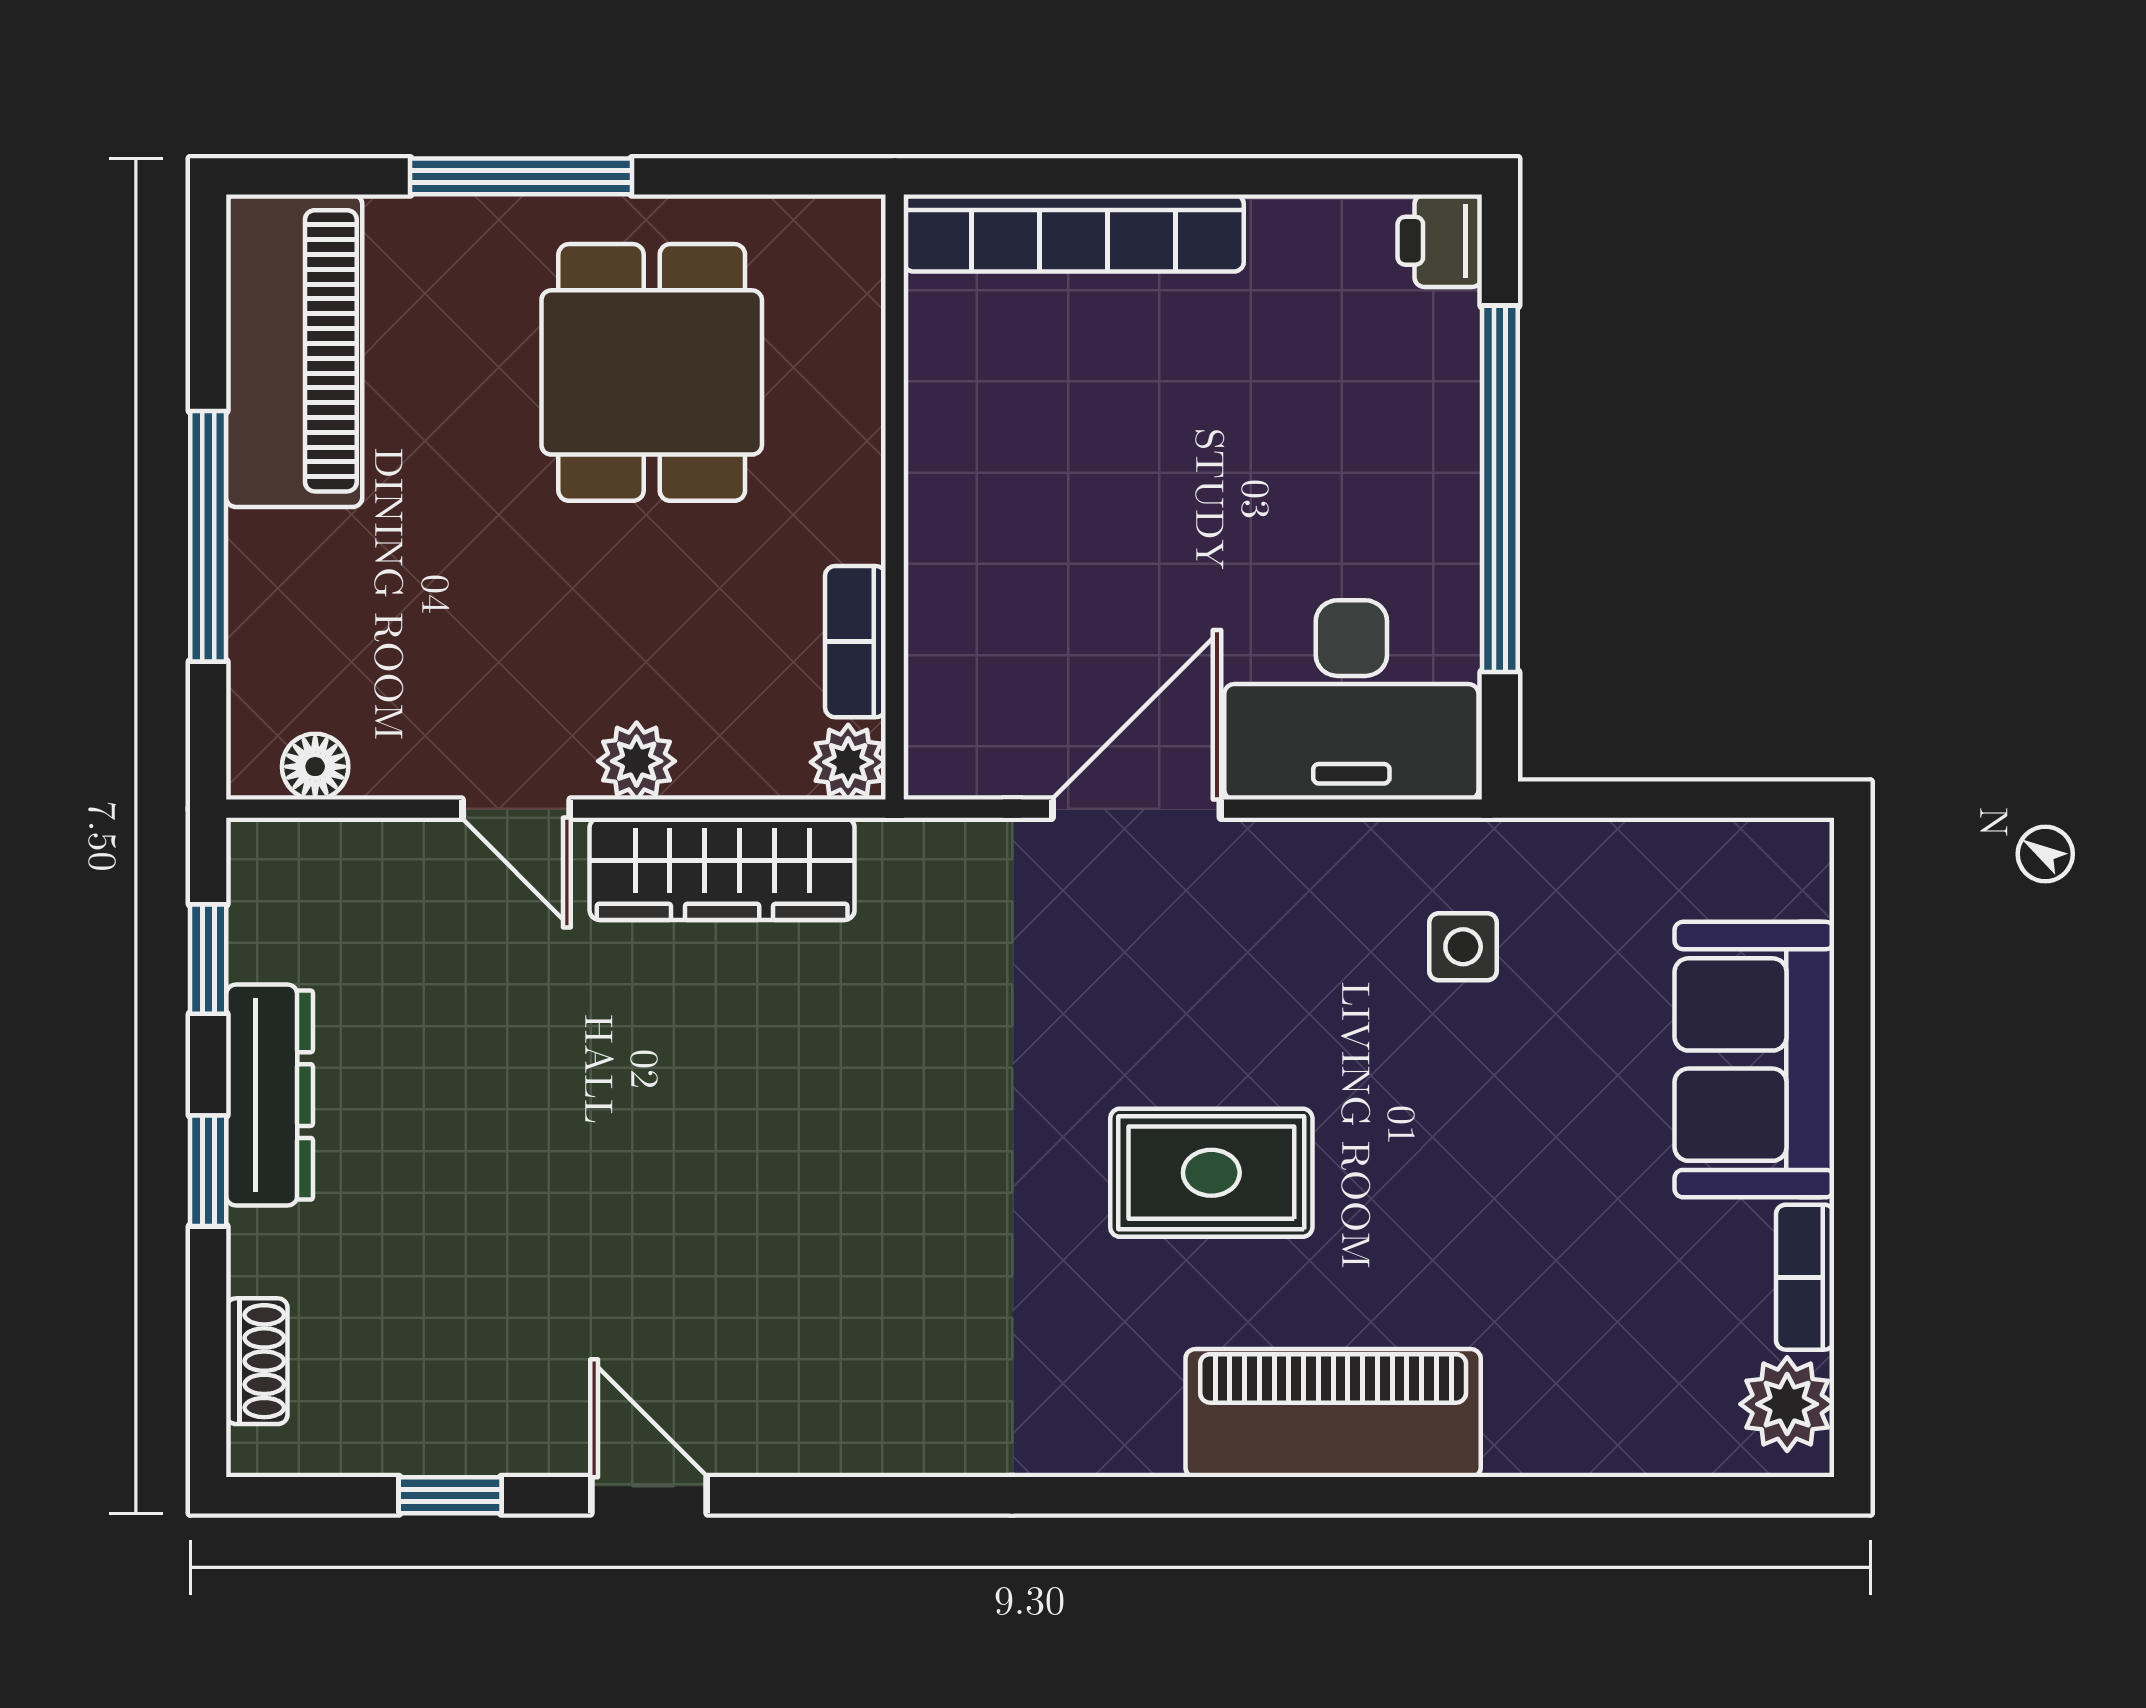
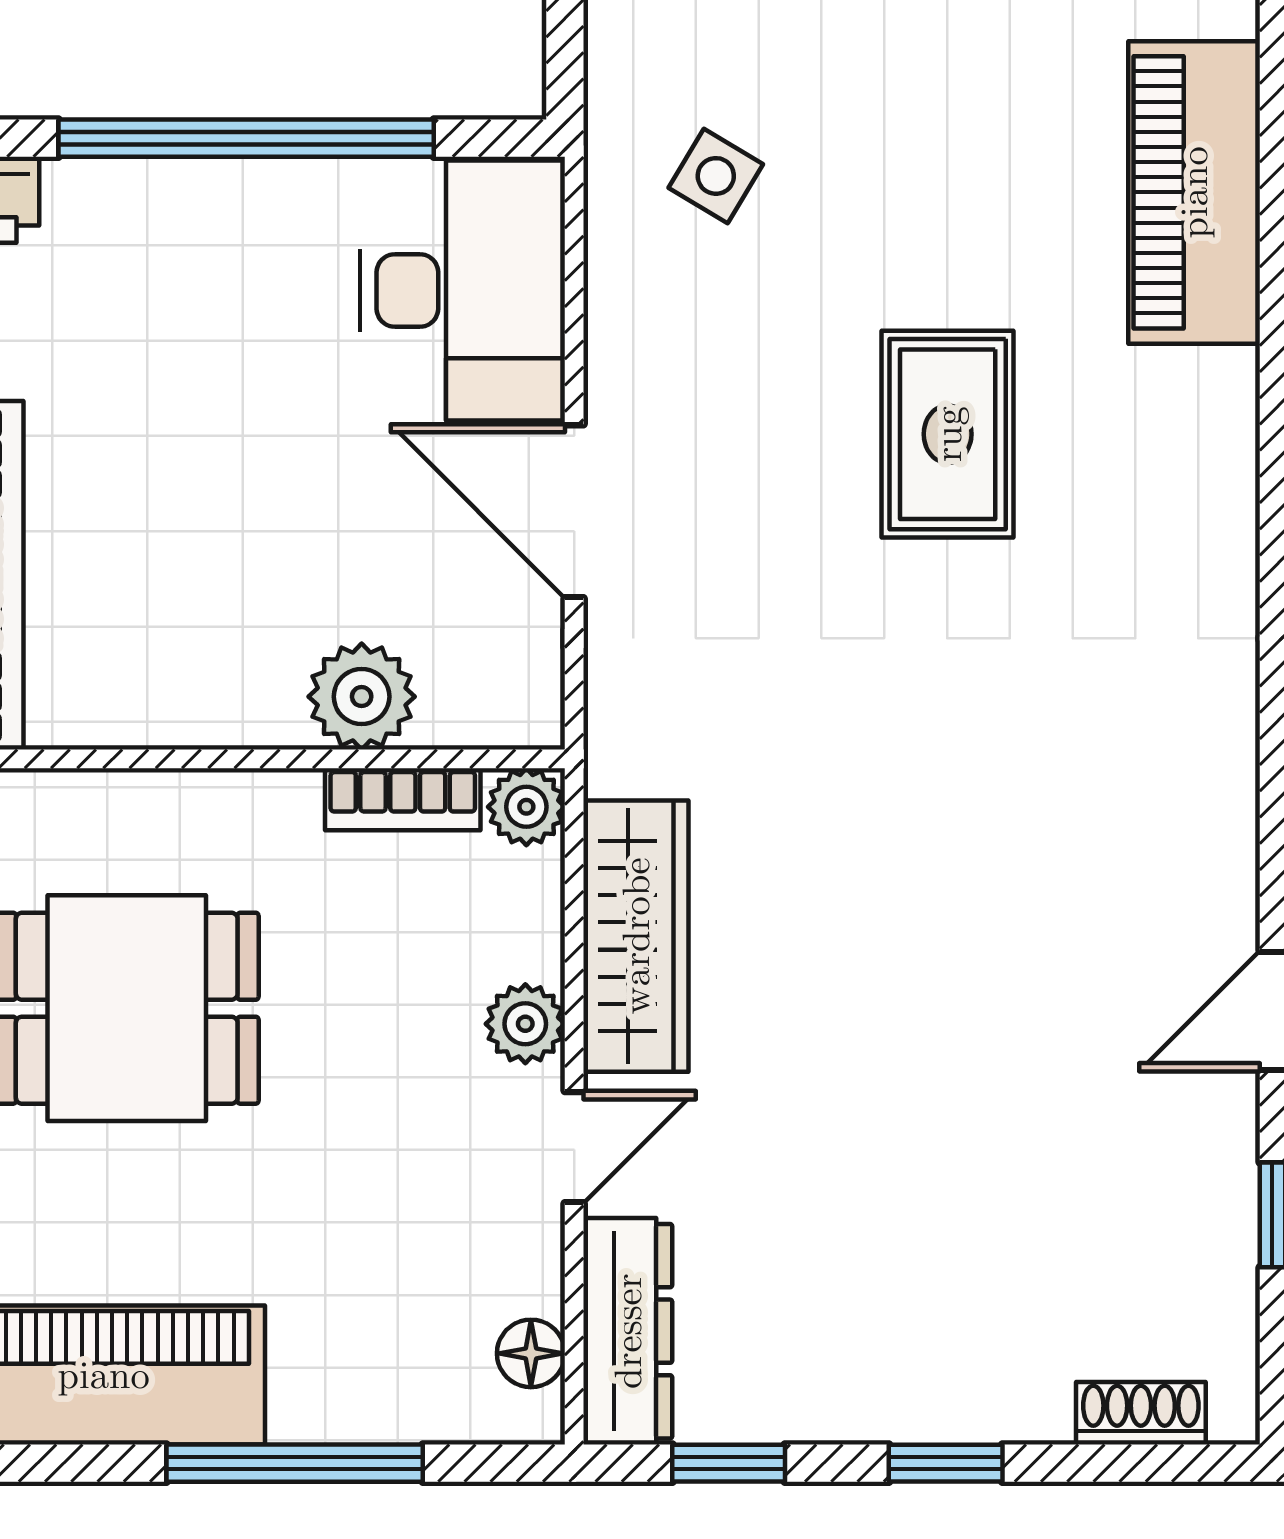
plant: (956, 601) -> (362, 697), added
side table: (1463, 947) -> (716, 176), turned 31
dresser: (270, 1095) -> (628, 1331), moved, turned 90
piano: (1333, 1413) -> (1194, 192), moved

